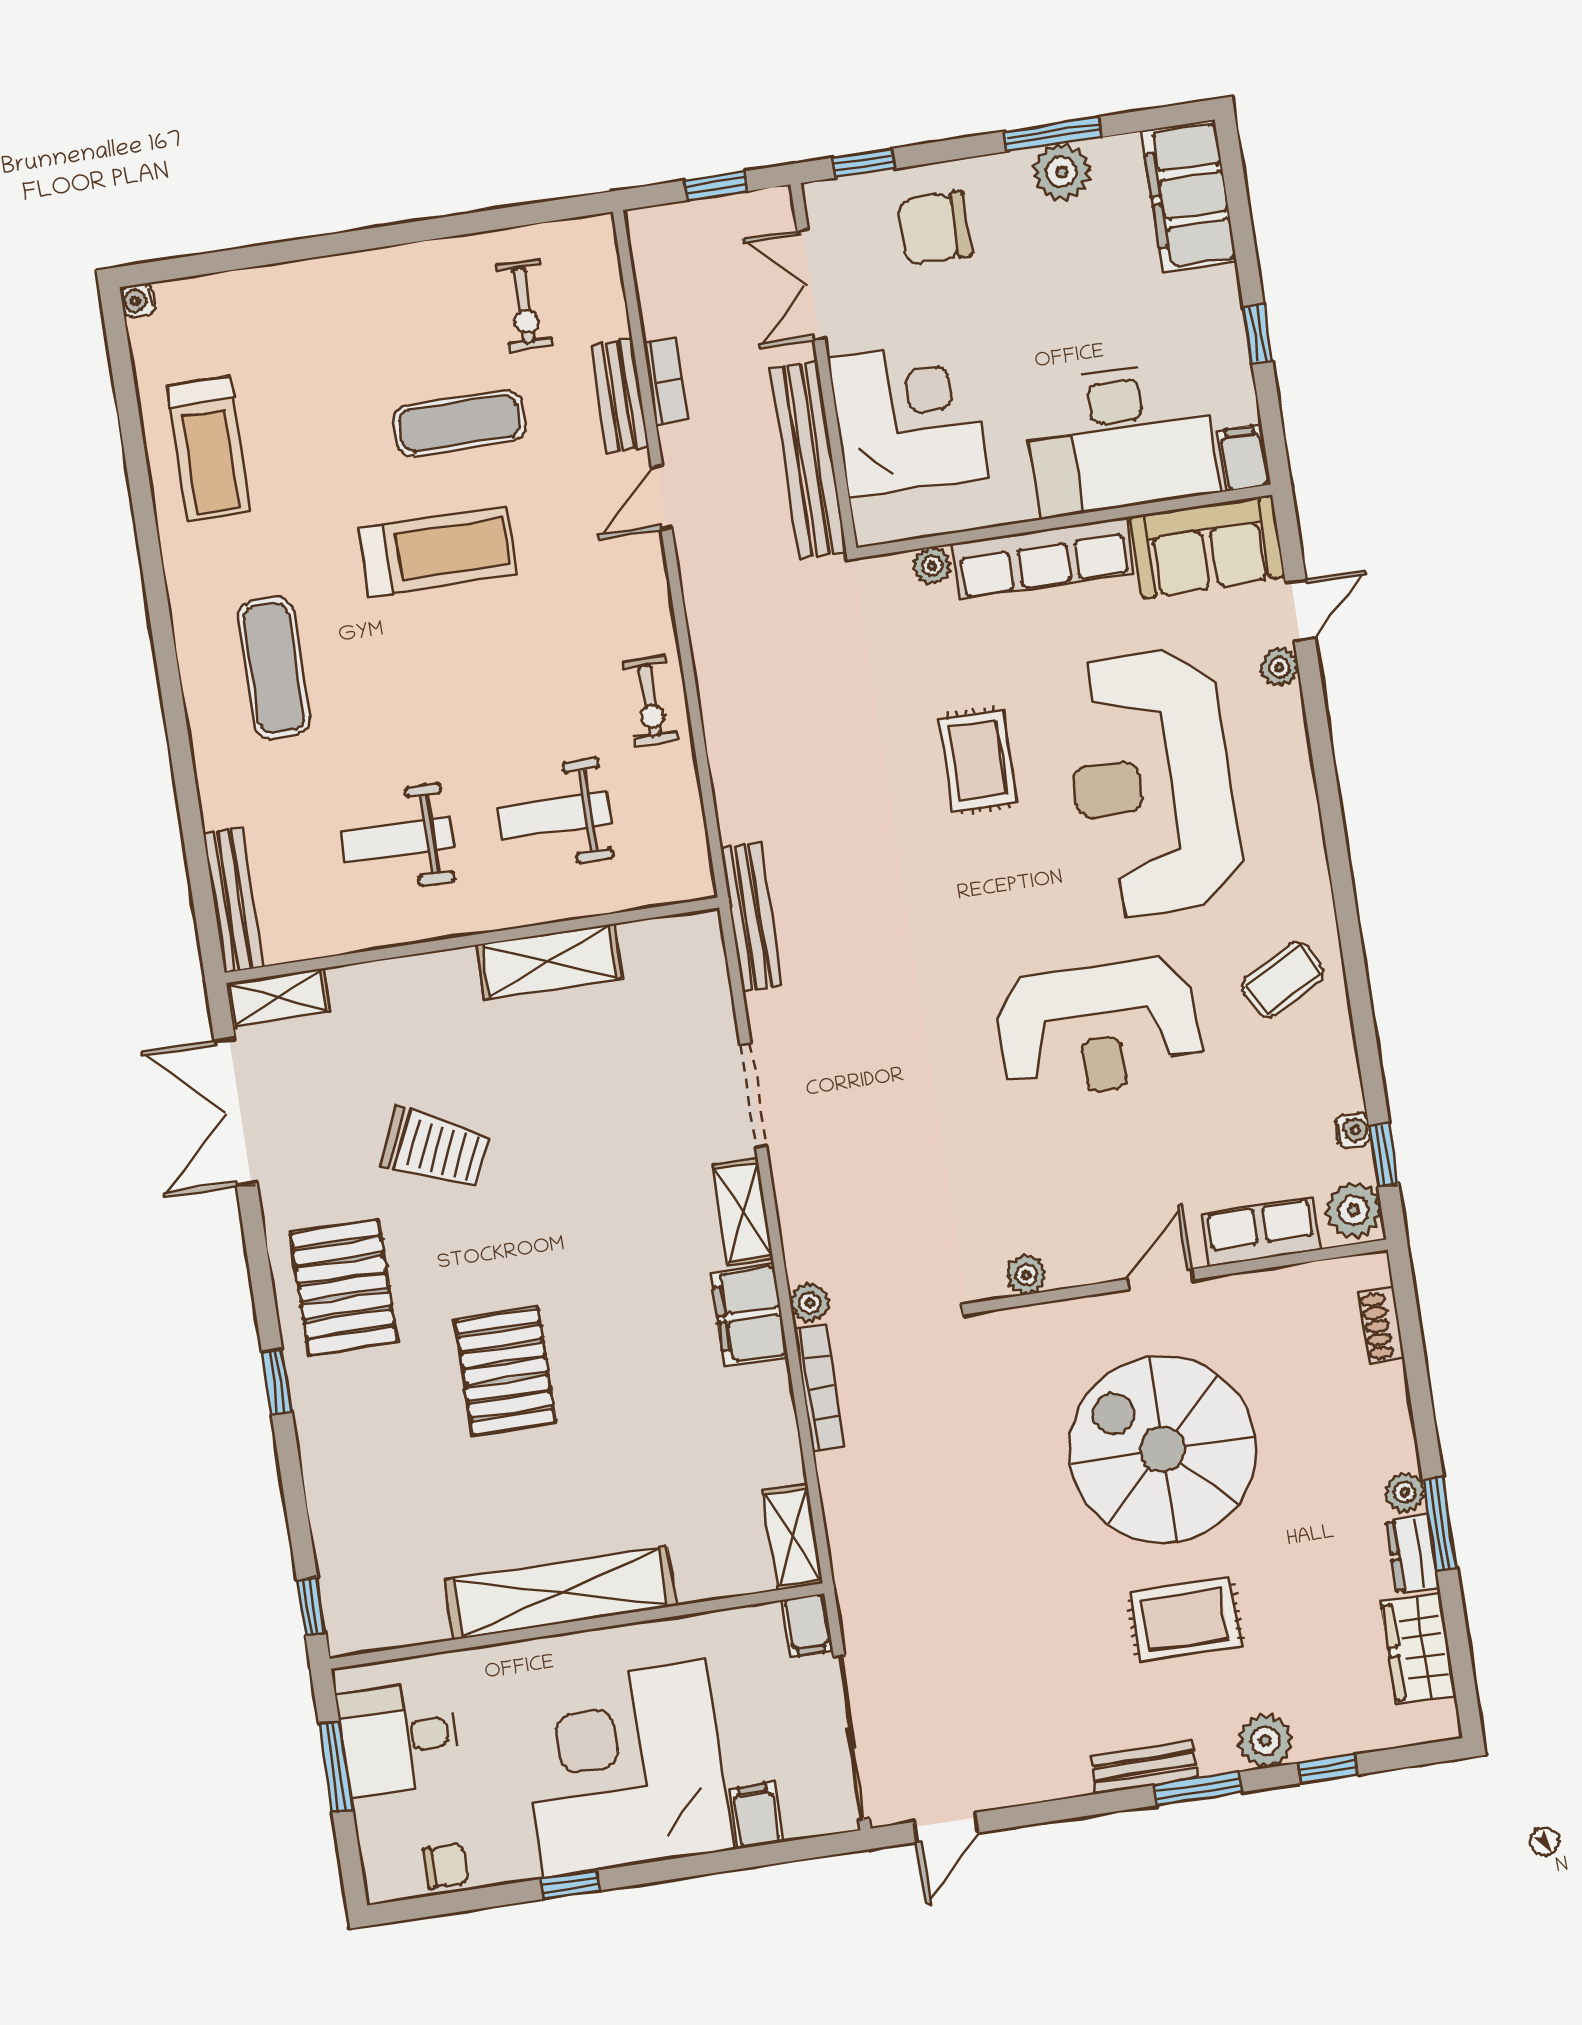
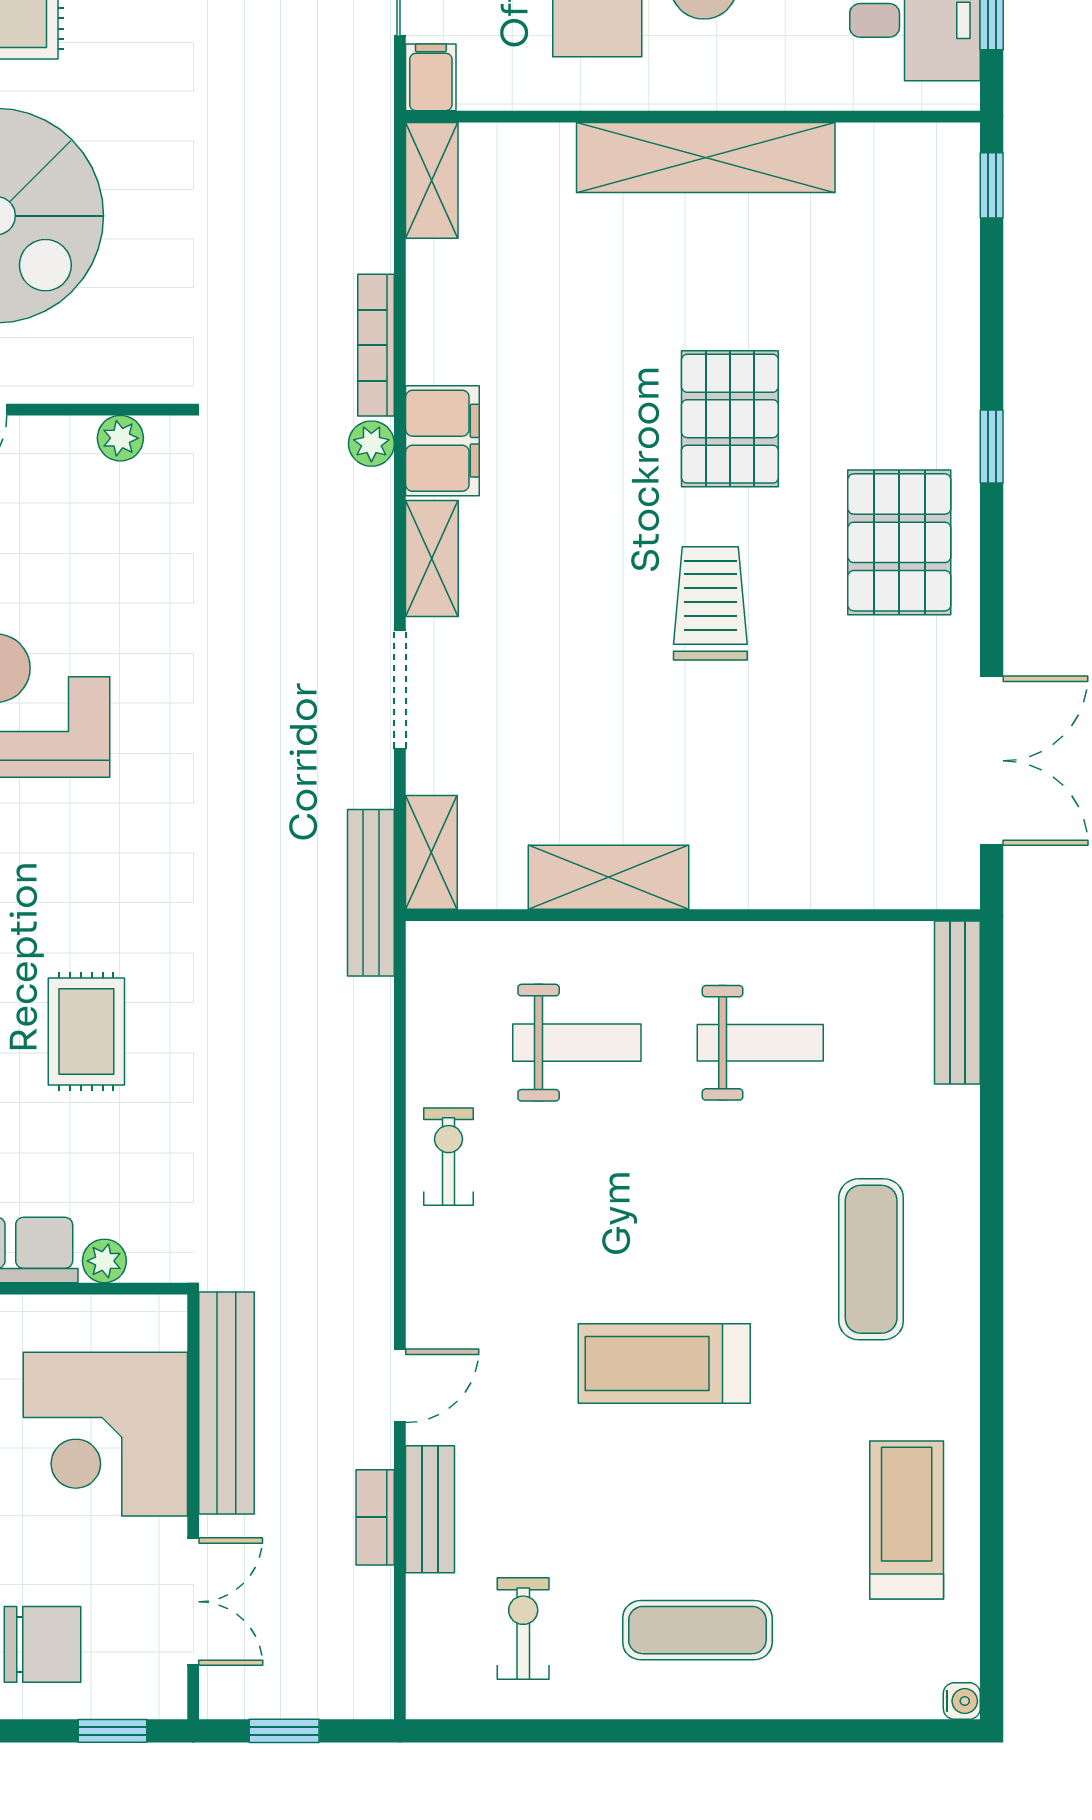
exercise mat: (460, 423) -> (697, 1630), moved
shelving: (278, 997) -> (431, 852), moved, turned 90
trolley: (436, 1149) -> (710, 603), moved, turned 66

